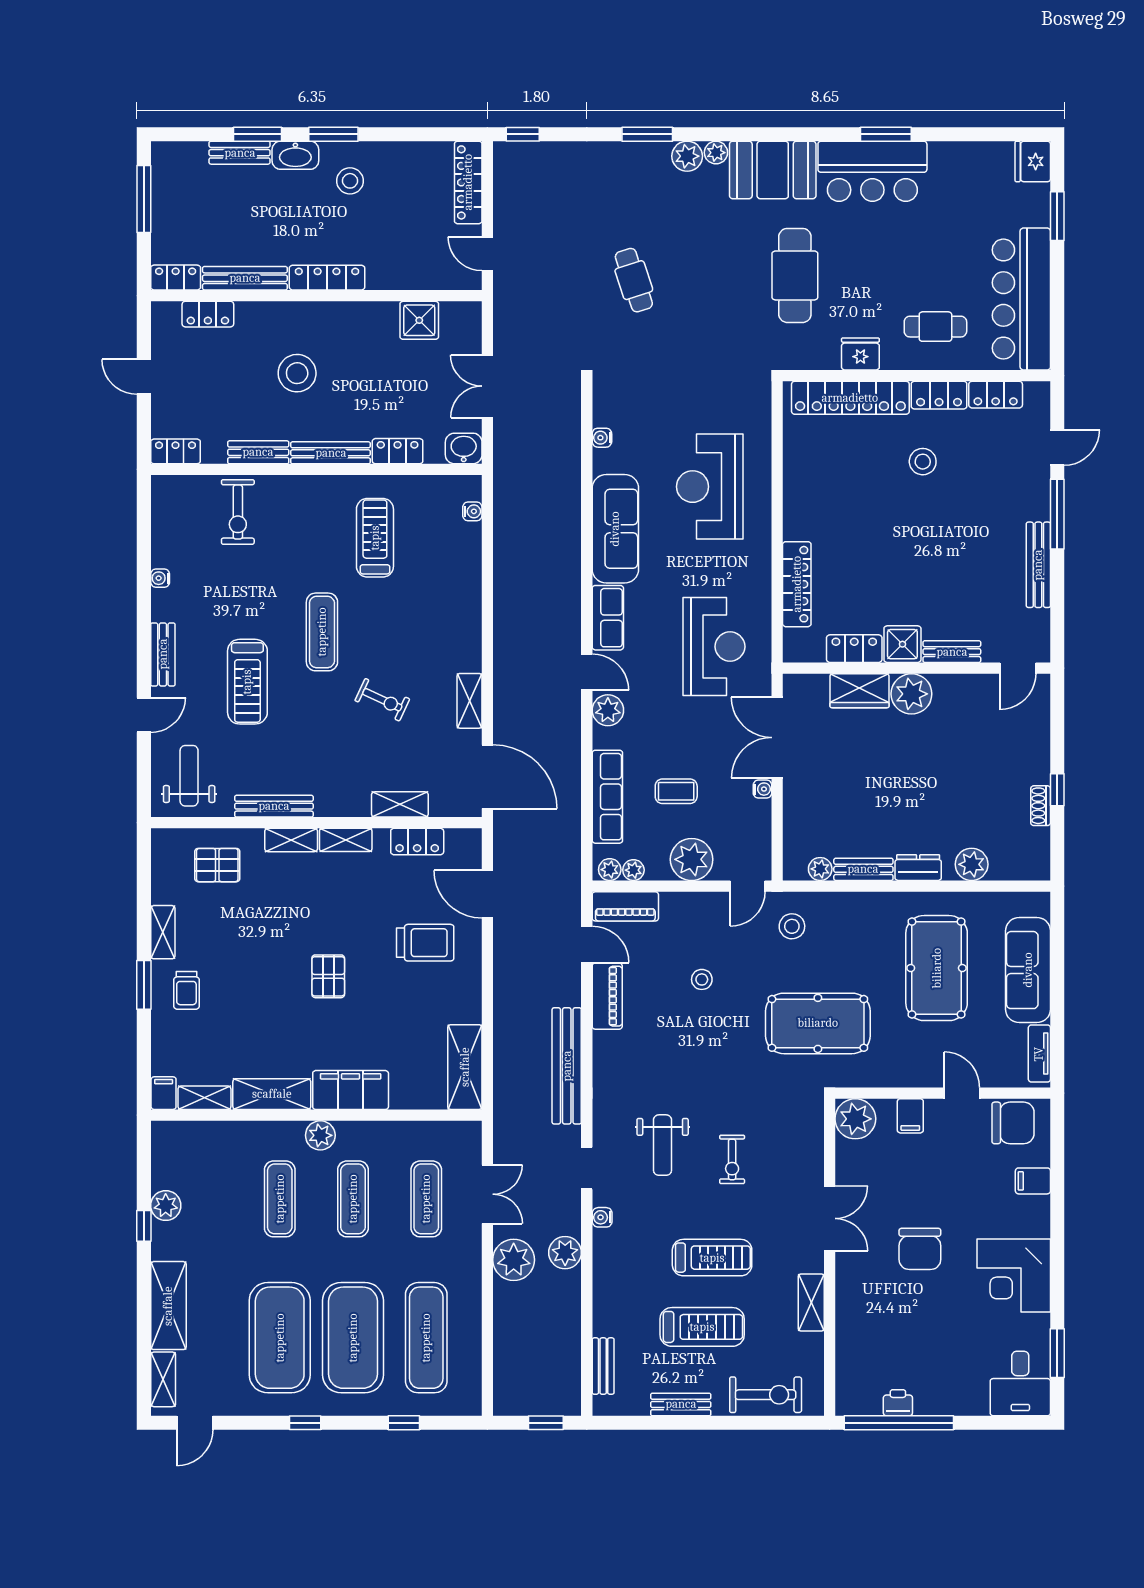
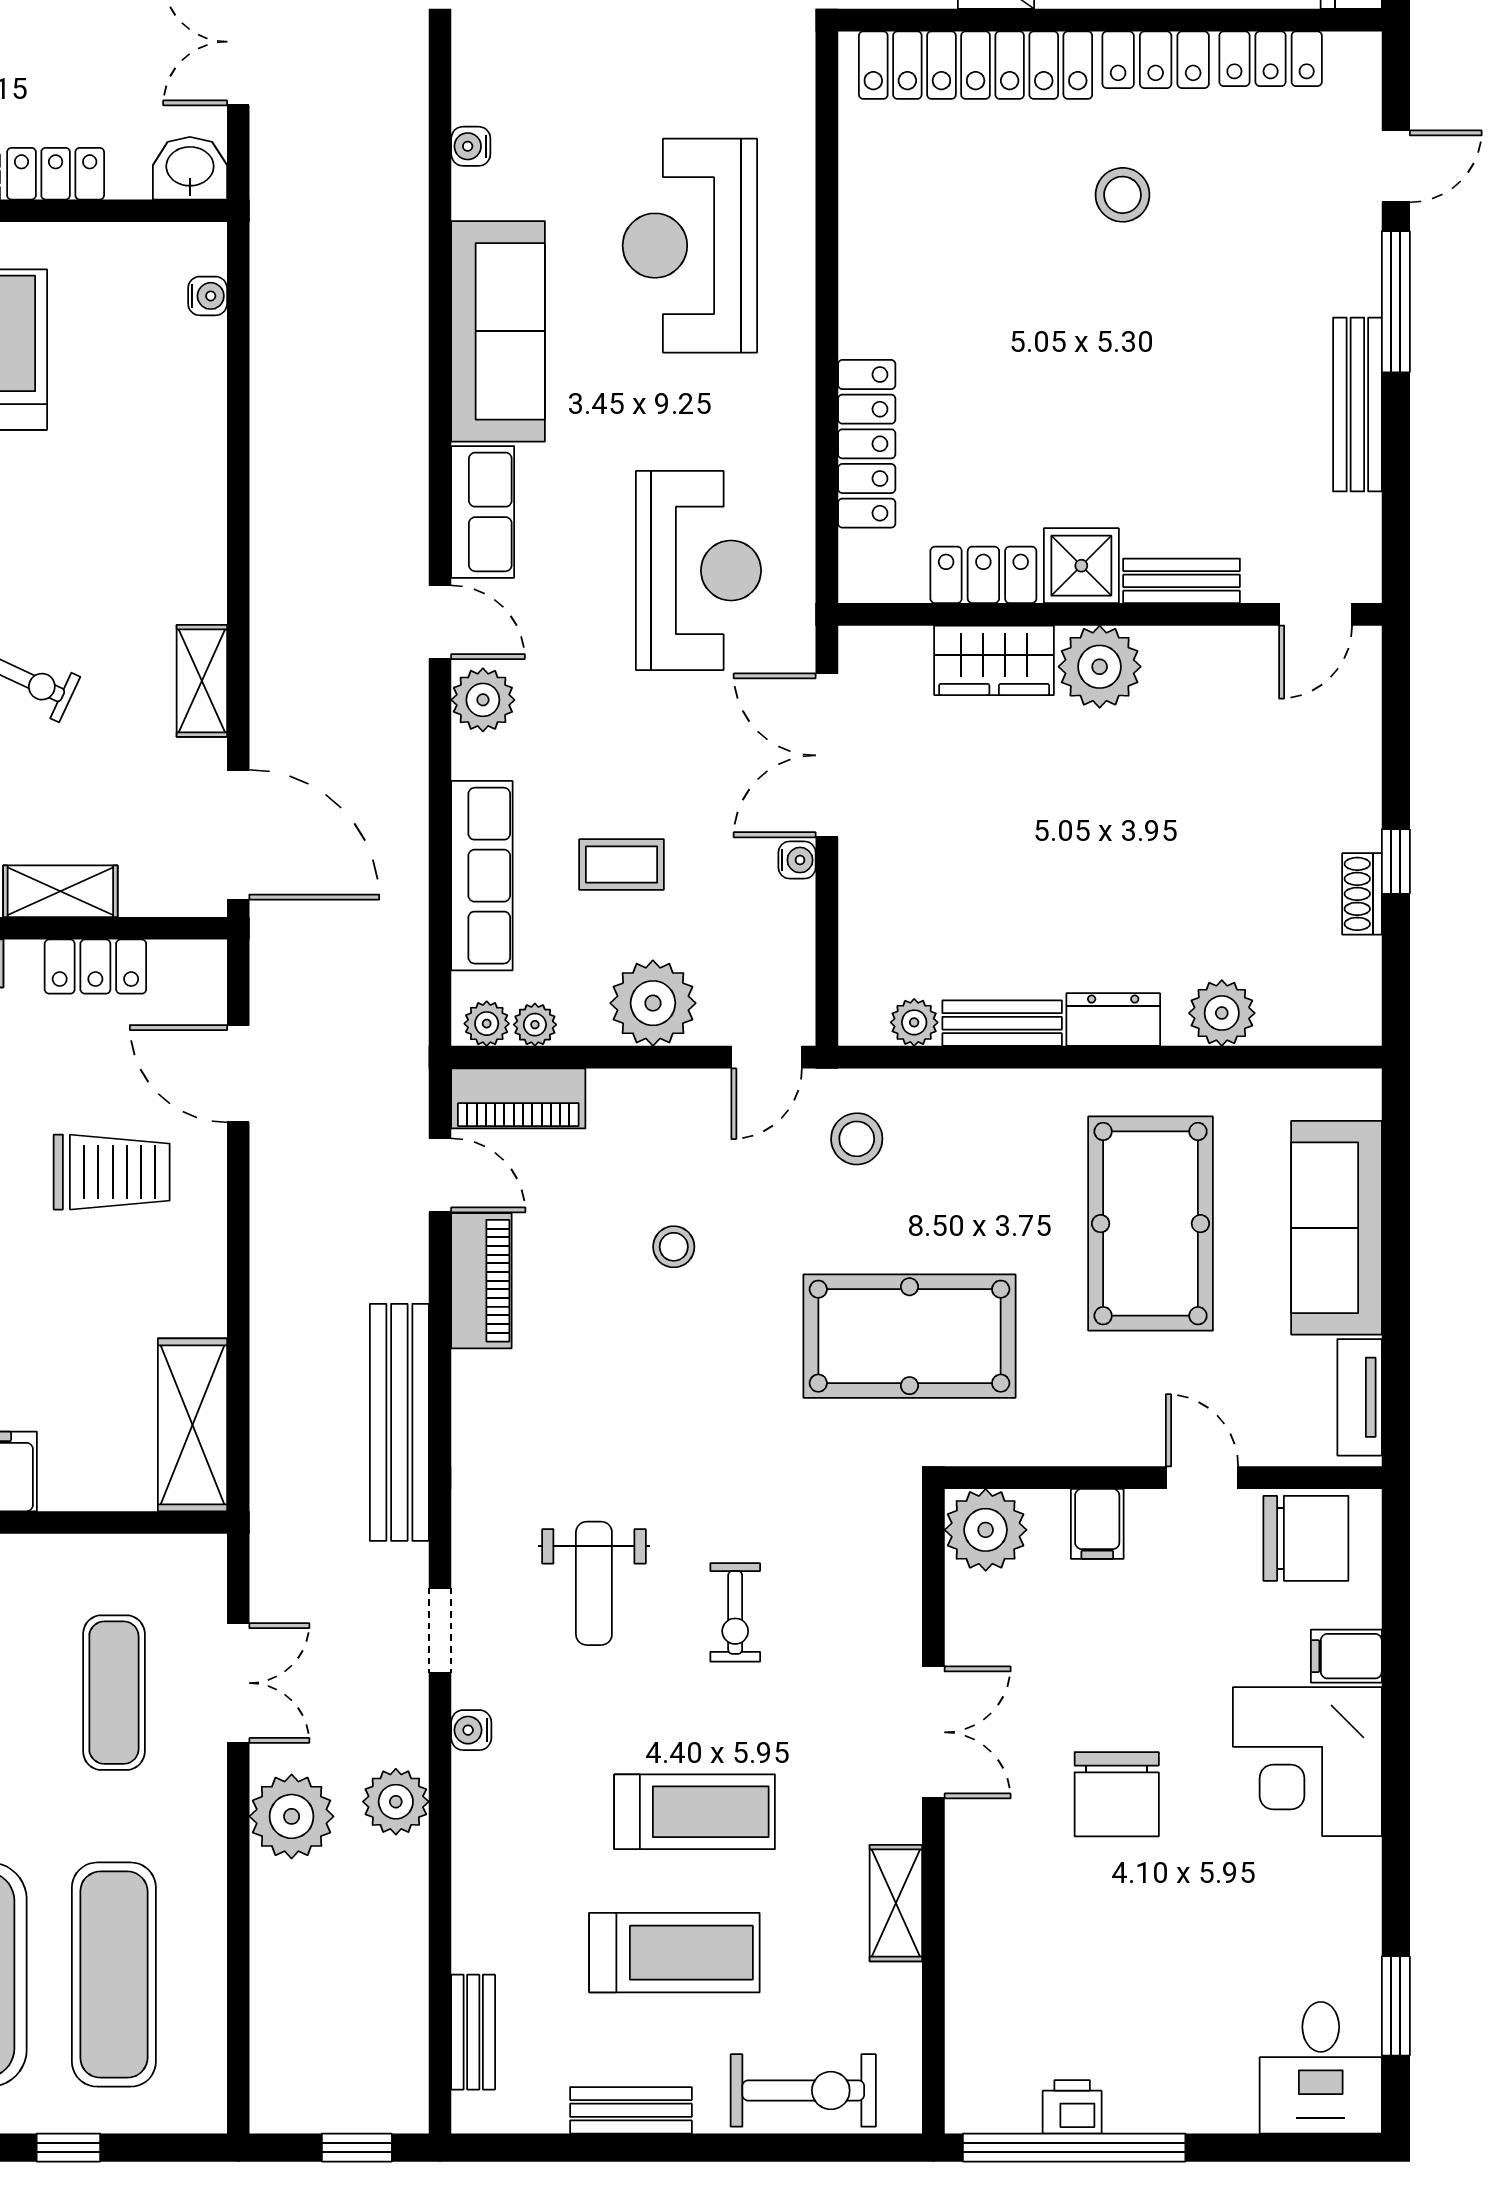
corner desk: (1014, 1275) -> (1307, 1762), moved

